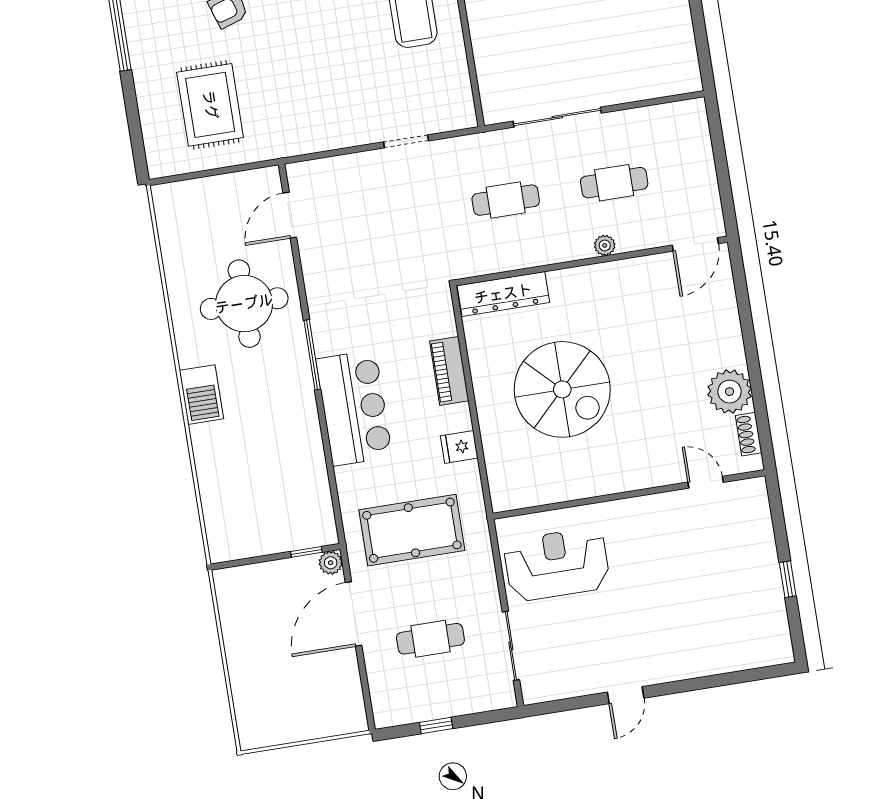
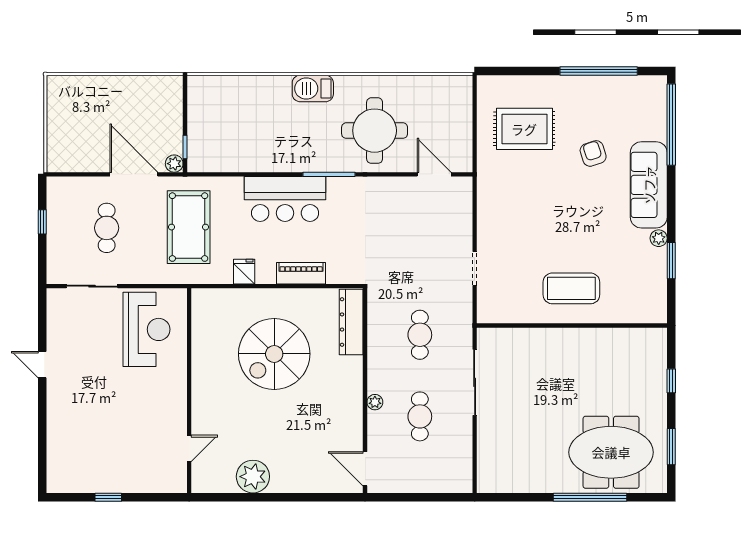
shoe rack: (749, 434) -> (219, 486), removed

